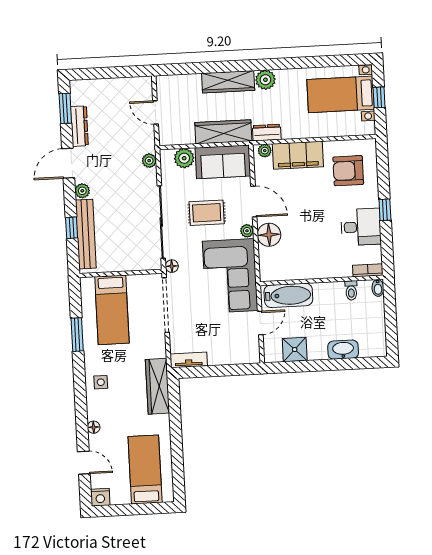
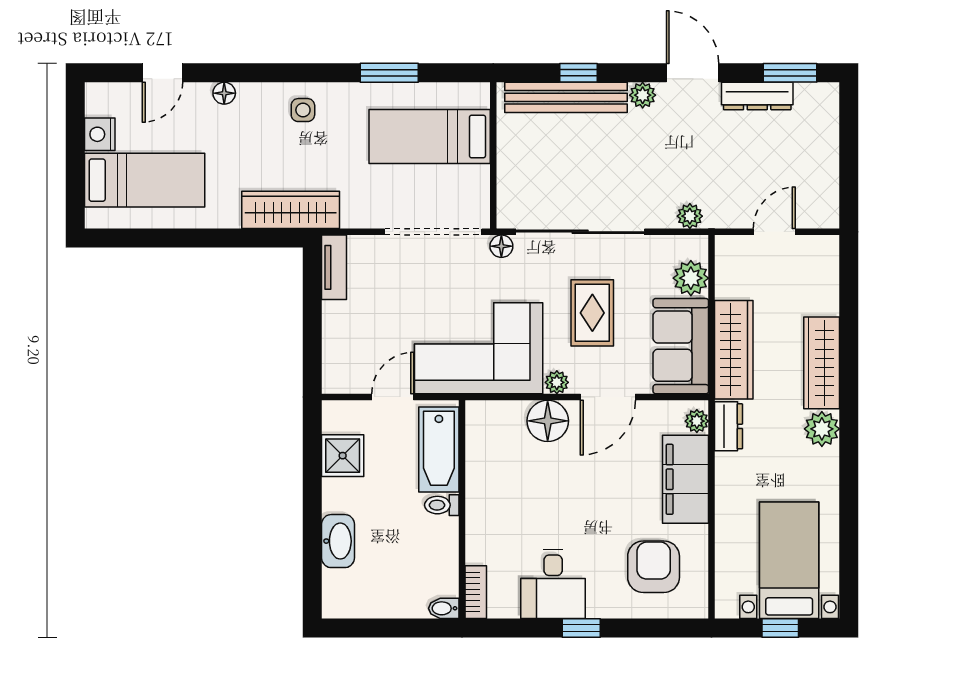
toilet: (351, 290) -> (442, 505), moved
door: (260, 323) -> (393, 397), swing flipped
nightstand: (100, 497) -> (100, 134), moved

